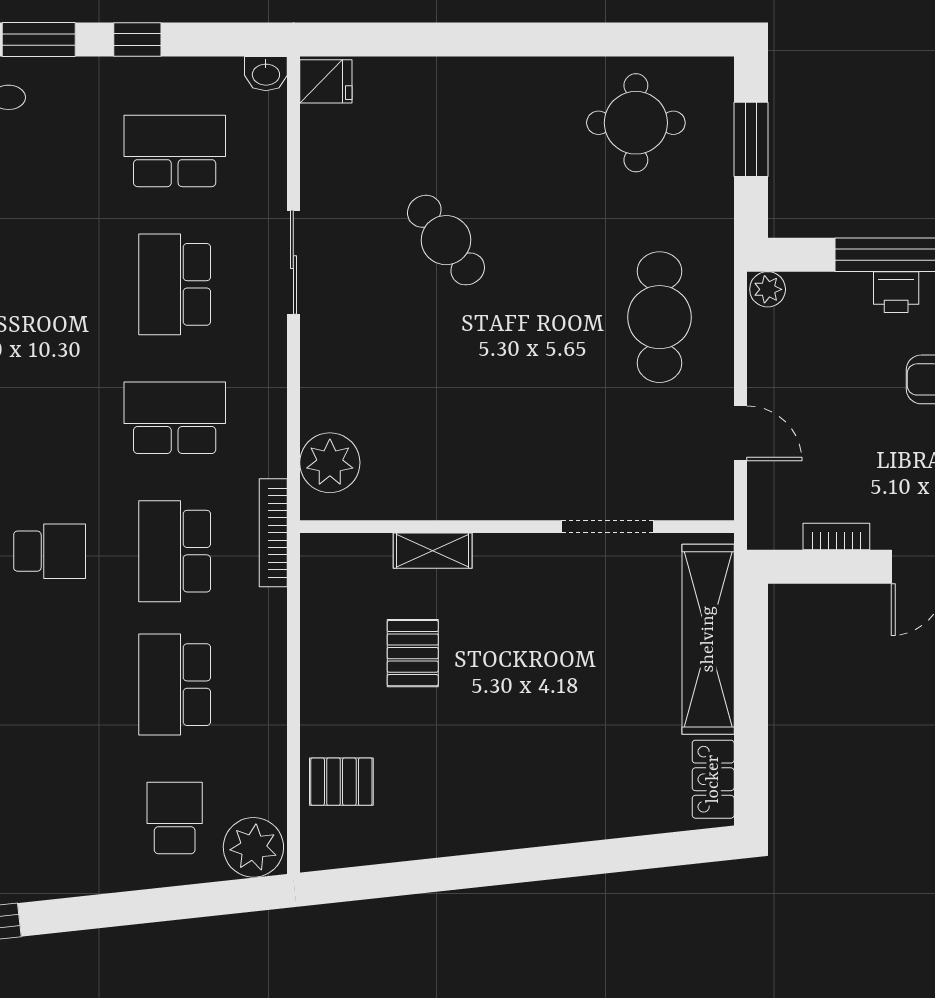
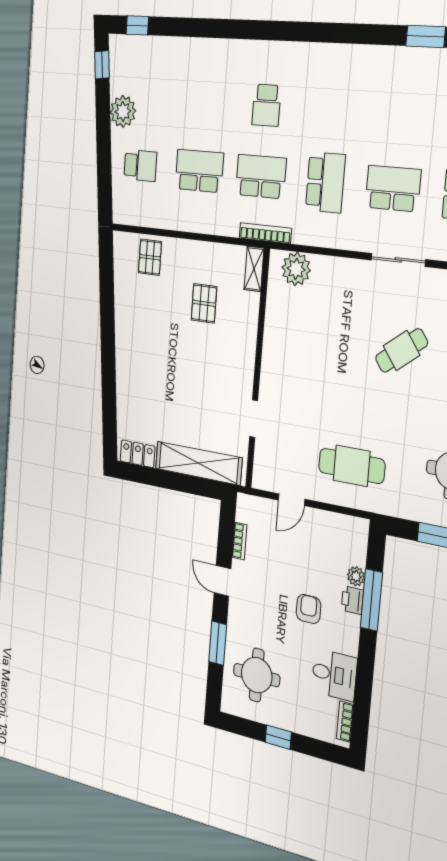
plant: (768, 289) -> (356, 576), moved
doorway: (608, 527) -> (254, 419), width x0.73
shelving: (433, 551) -> (254, 269), moved
pallet: (413, 653) -> (204, 303), turned 90
plant: (253, 847) -> (123, 111), moved

